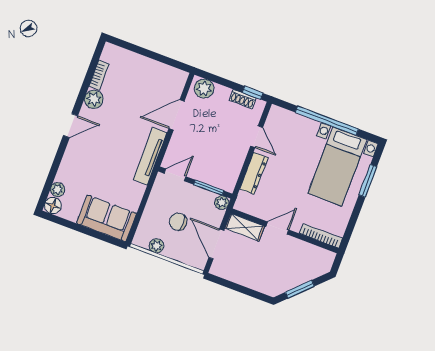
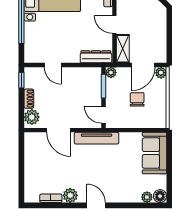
shoe rack: (243, 99) -> (29, 99), moved
door: (257, 137) -> (53, 65), swing flipped
dresser: (254, 173) -> (96, 57), moved
chair: (178, 222) -> (137, 99), turned 180
plant: (156, 246) -> (161, 73), moved

